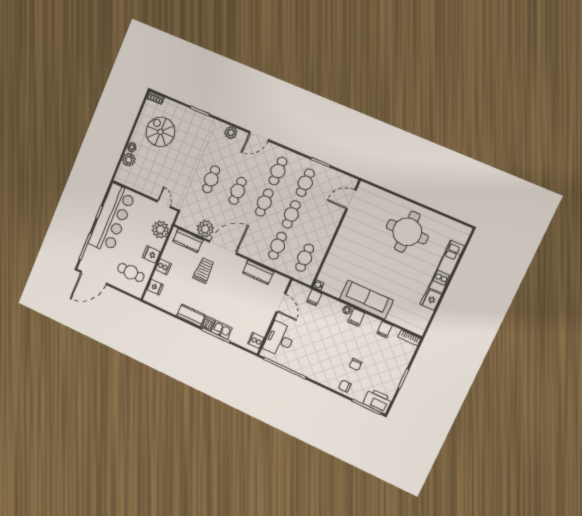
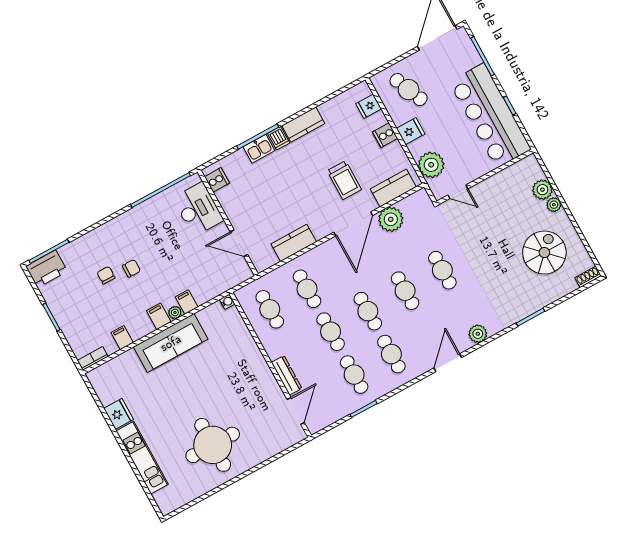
spiral stairs: (160, 132) -> (544, 253), turned -90
dresser: (335, 220) -> (287, 375), added
cafe table: (131, 272) -> (409, 90), turned 65
filing cabinet: (314, 298) -> (187, 302), moved
chair: (345, 386) -> (131, 268), moved

